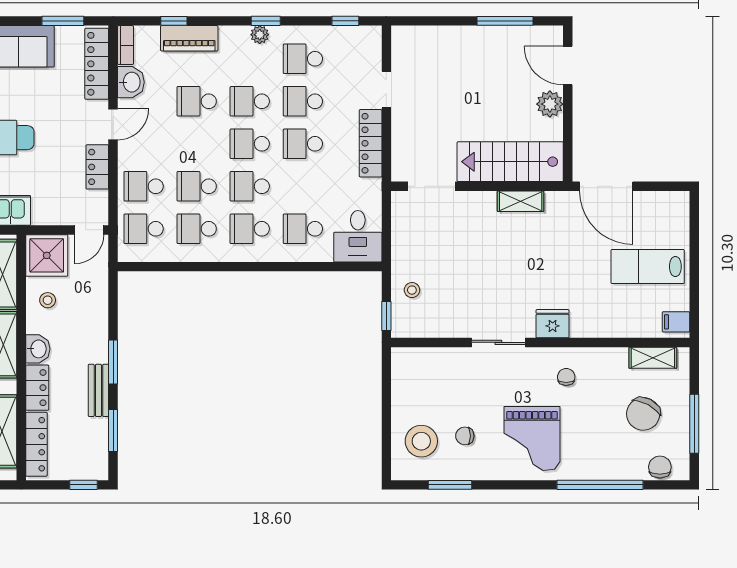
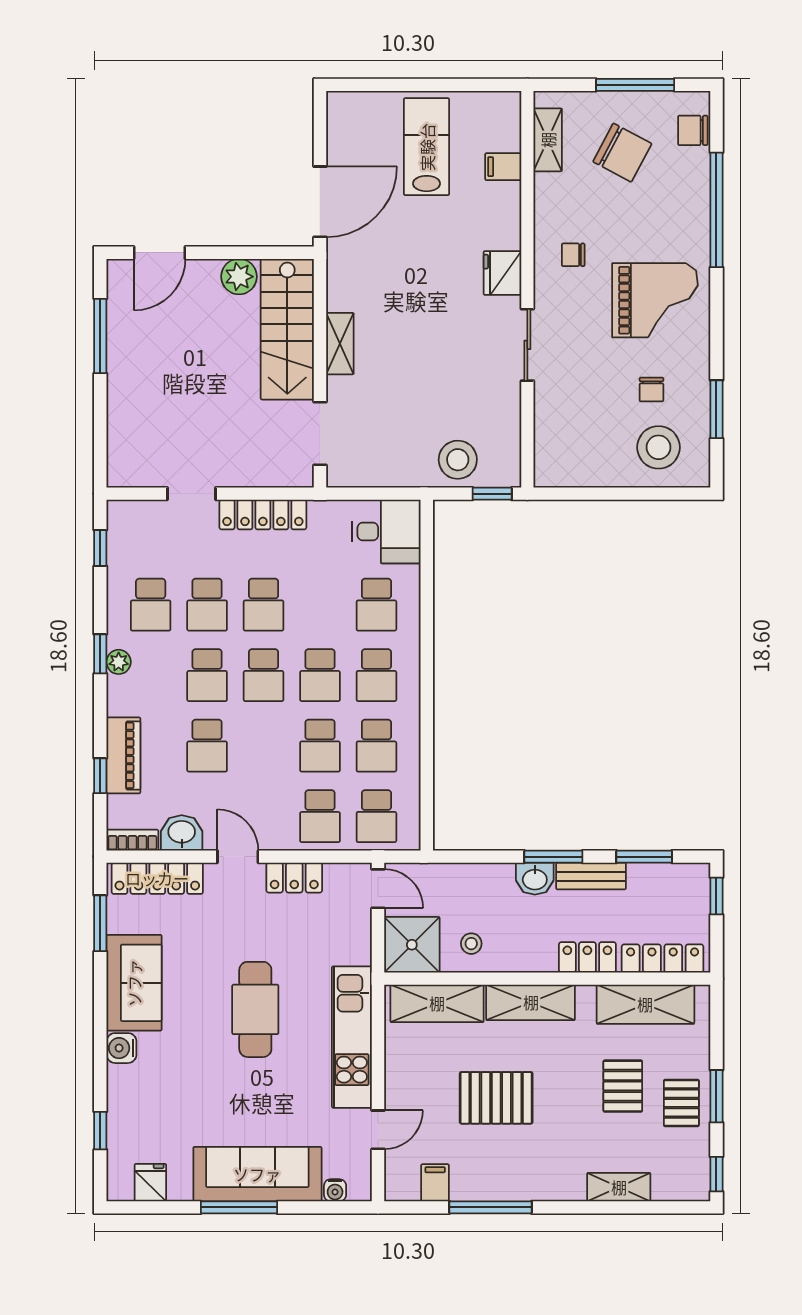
plant: (550, 104) -> (239, 277), moved
shelving: (521, 201) -> (340, 344), moved
lab bench: (648, 267) -> (427, 147), turned 180
stool: (412, 290) -> (458, 460), width x1.89, depth x1.89
filing cabinet: (676, 322) -> (503, 167), moved, turned 90
washbasin: (38, 349) -> (535, 879), moved, turned 180

